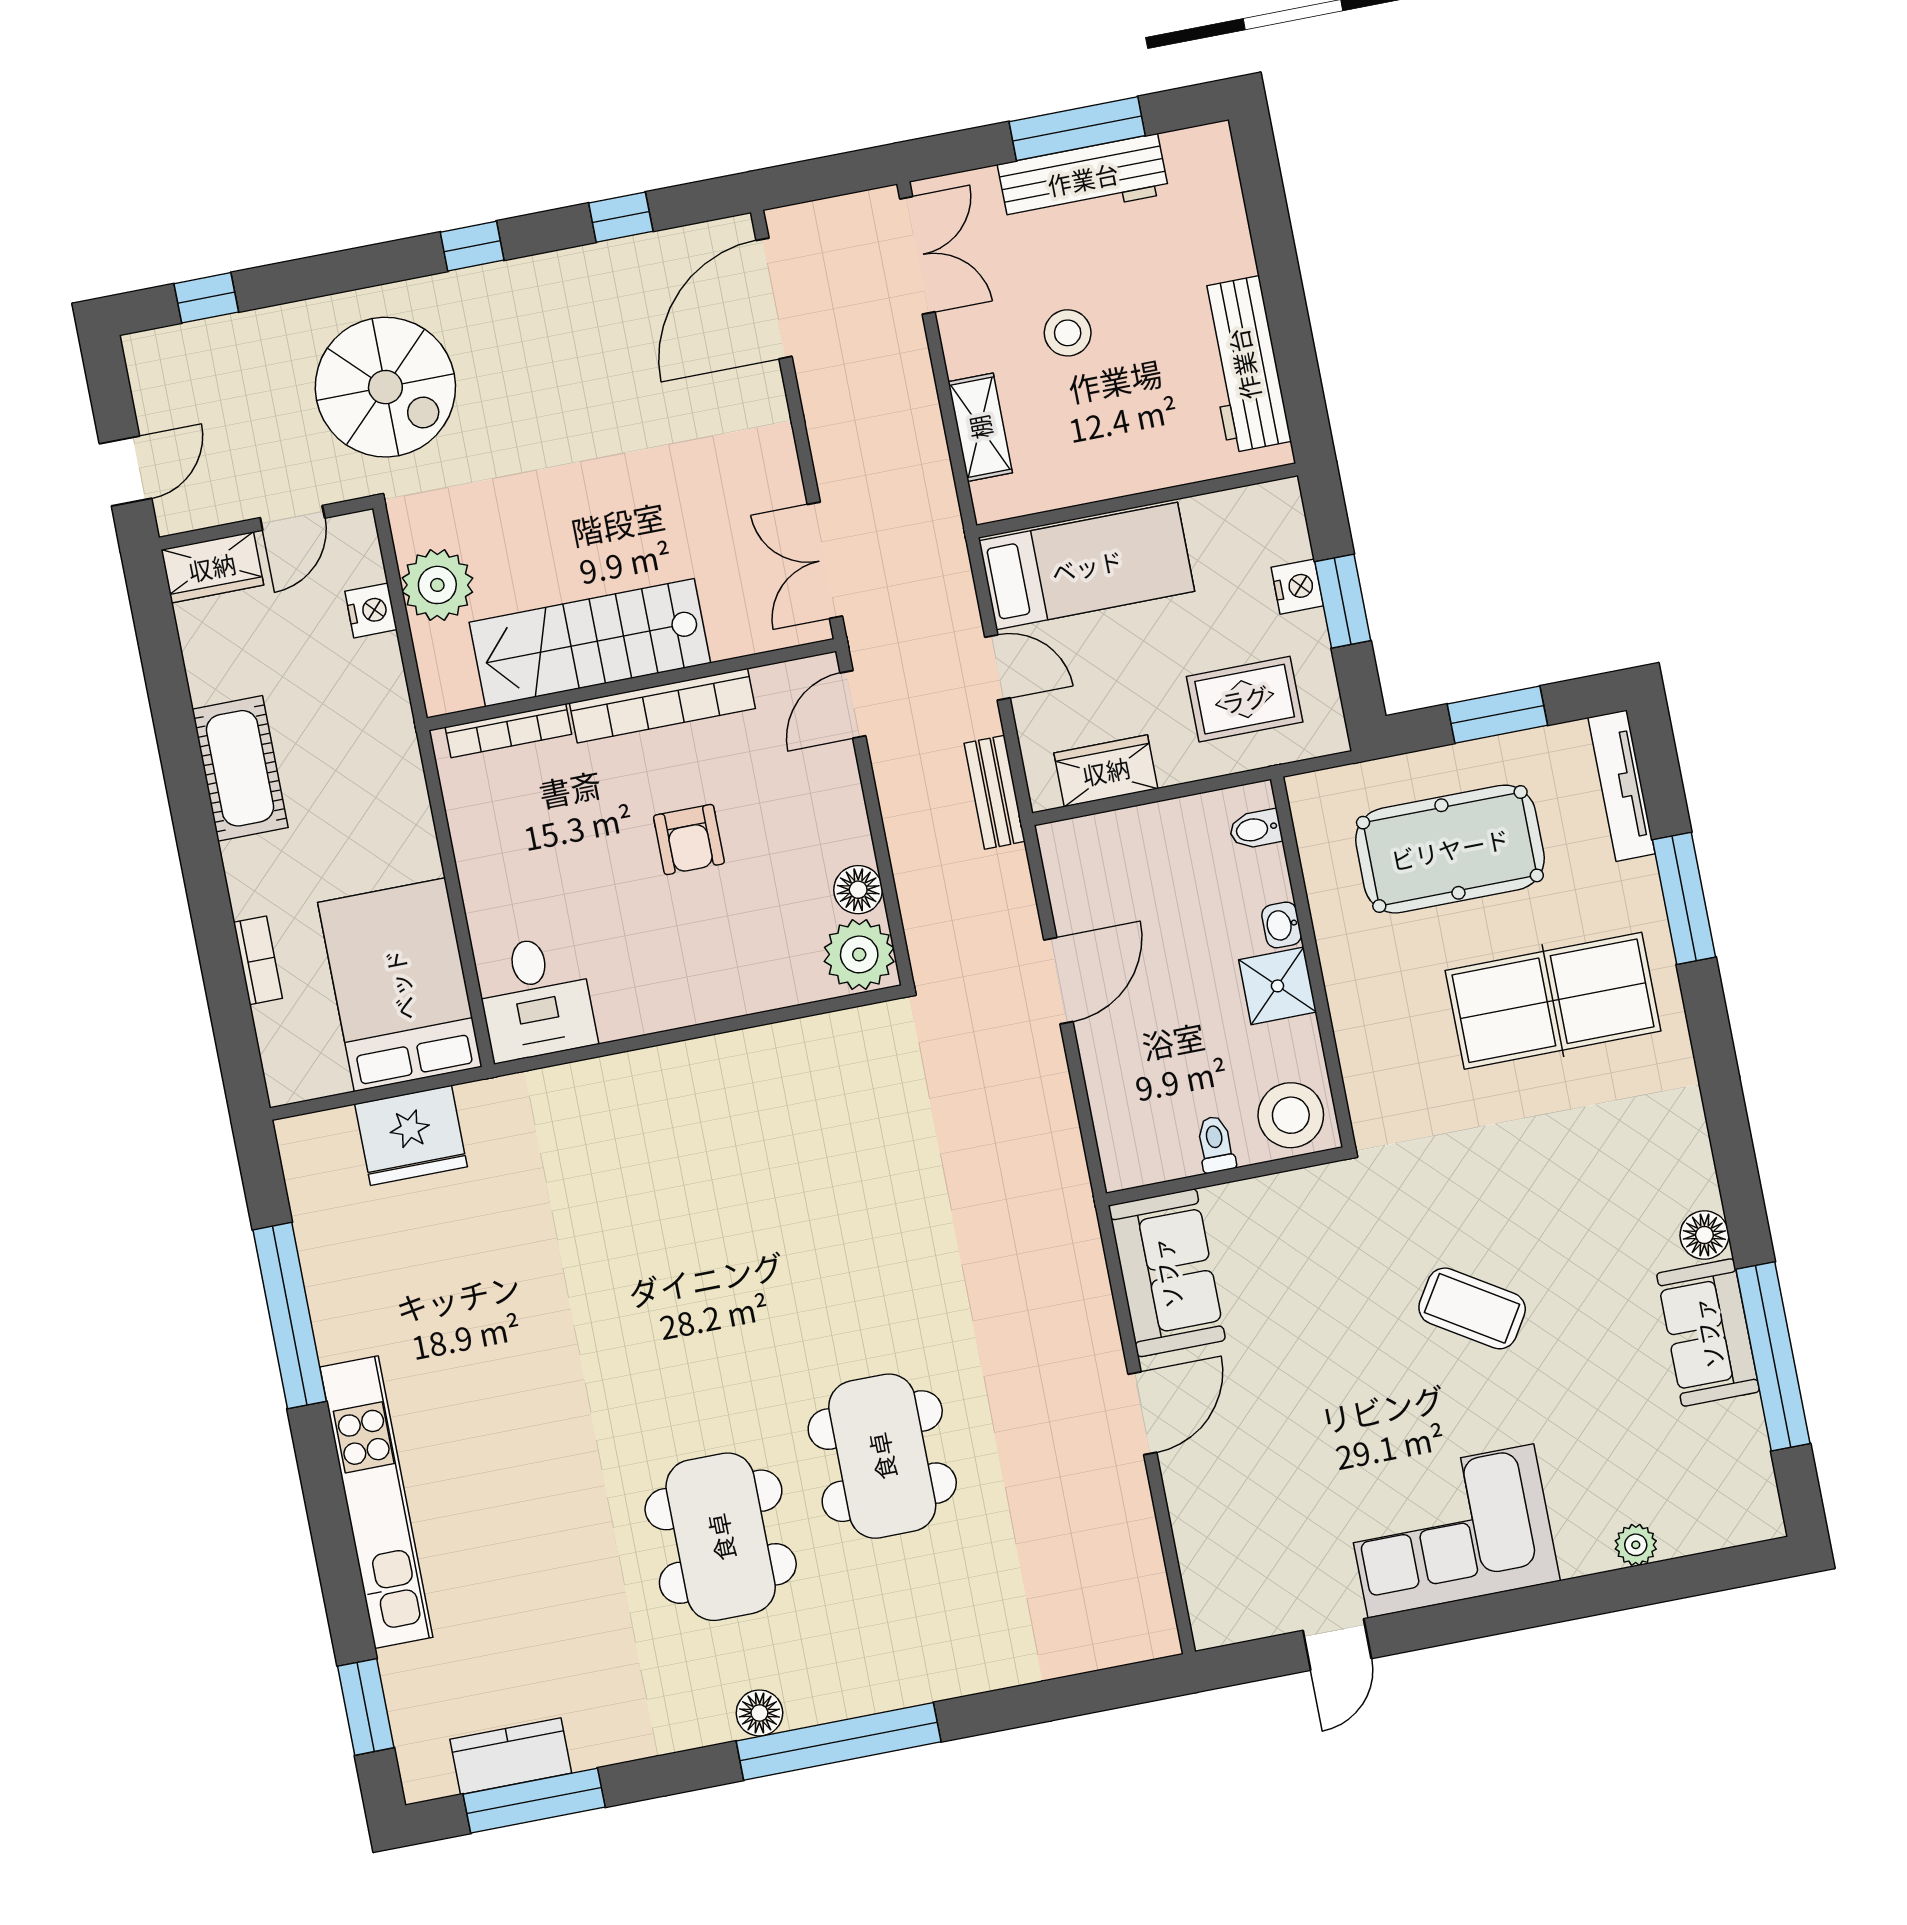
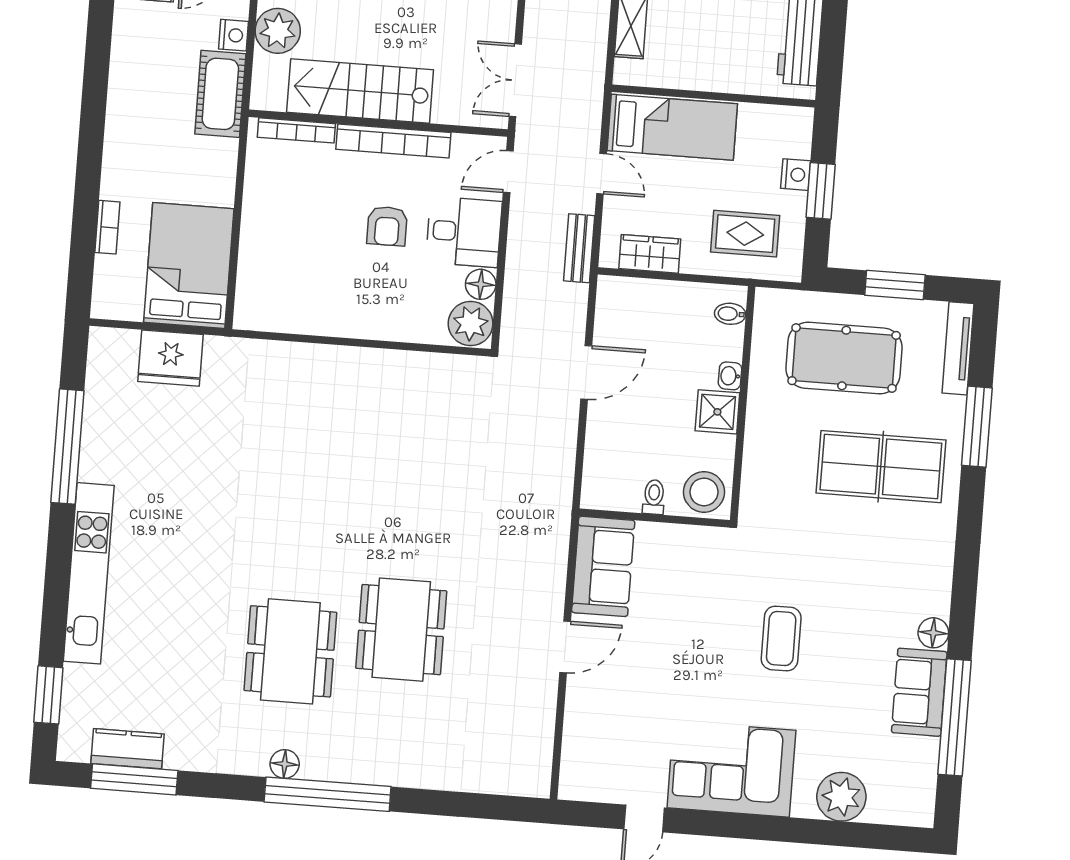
cot: (240, 768) -> (220, 94), moved
desk: (535, 998) -> (464, 232), moved, turned -90
coffee table: (1472, 1308) -> (781, 638), turned 58
plant: (1636, 1545) -> (841, 797), width x1.87, depth x1.87

